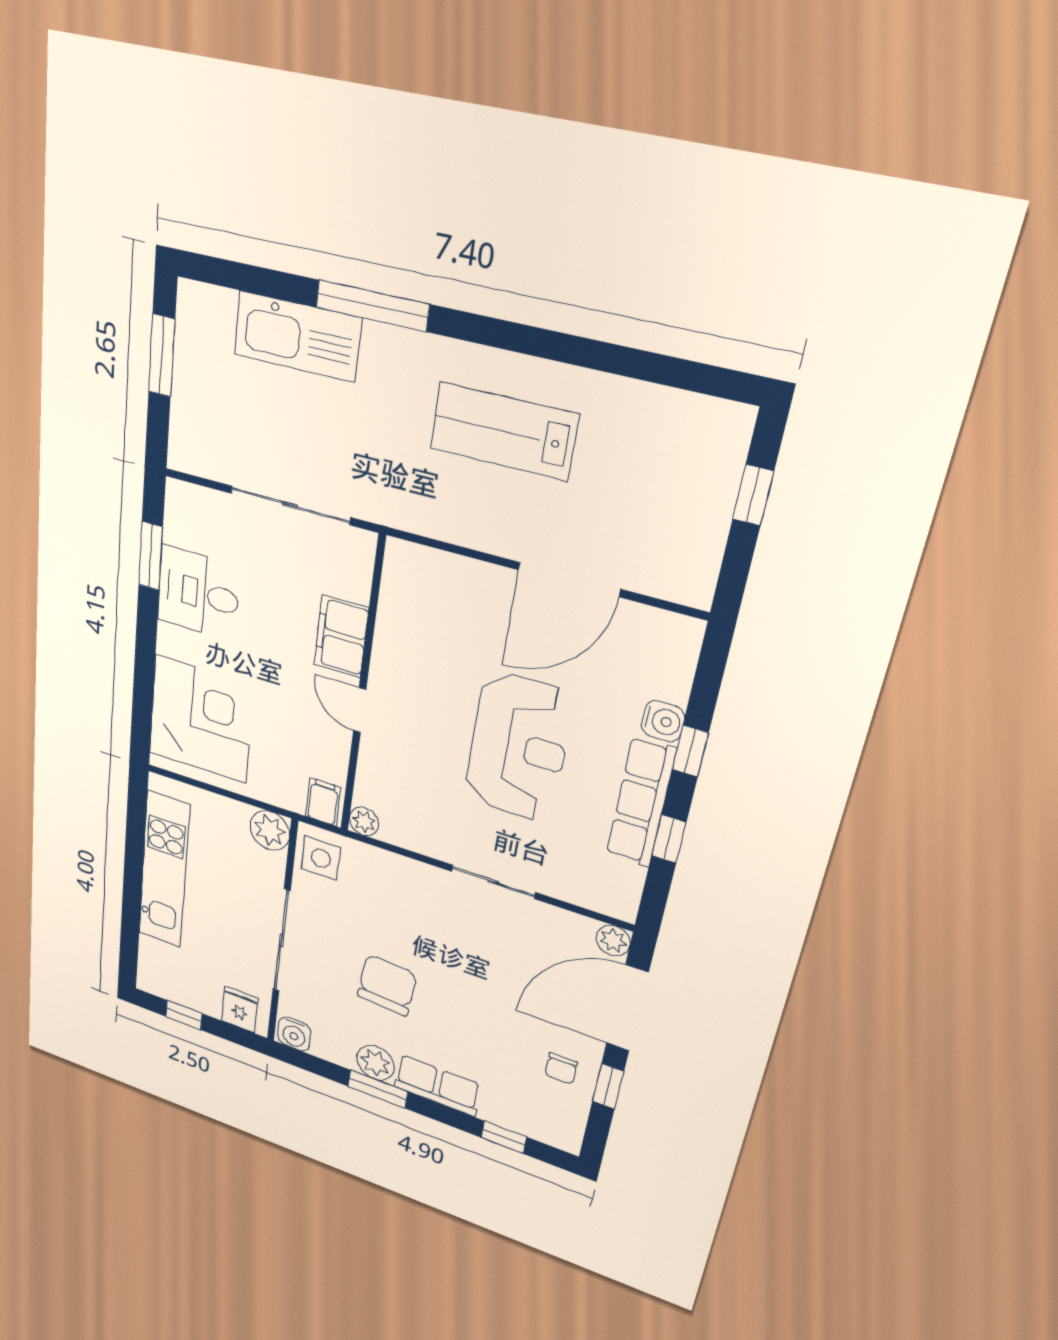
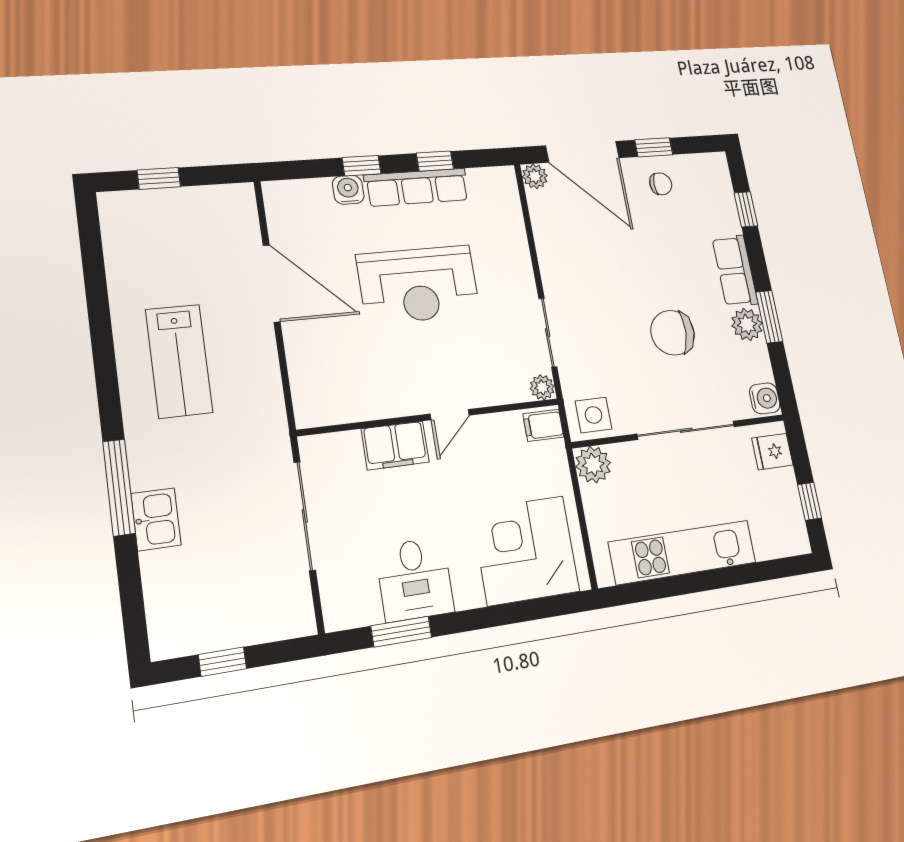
kitchen sink: (297, 336) -> (156, 519), width x0.53, depth x0.81
window: (162, 355) -> (223, 662), width x0.67
reception desk: (518, 747) -> (418, 285), turned 180
sliding door: (493, 882) -> (548, 333), moved

